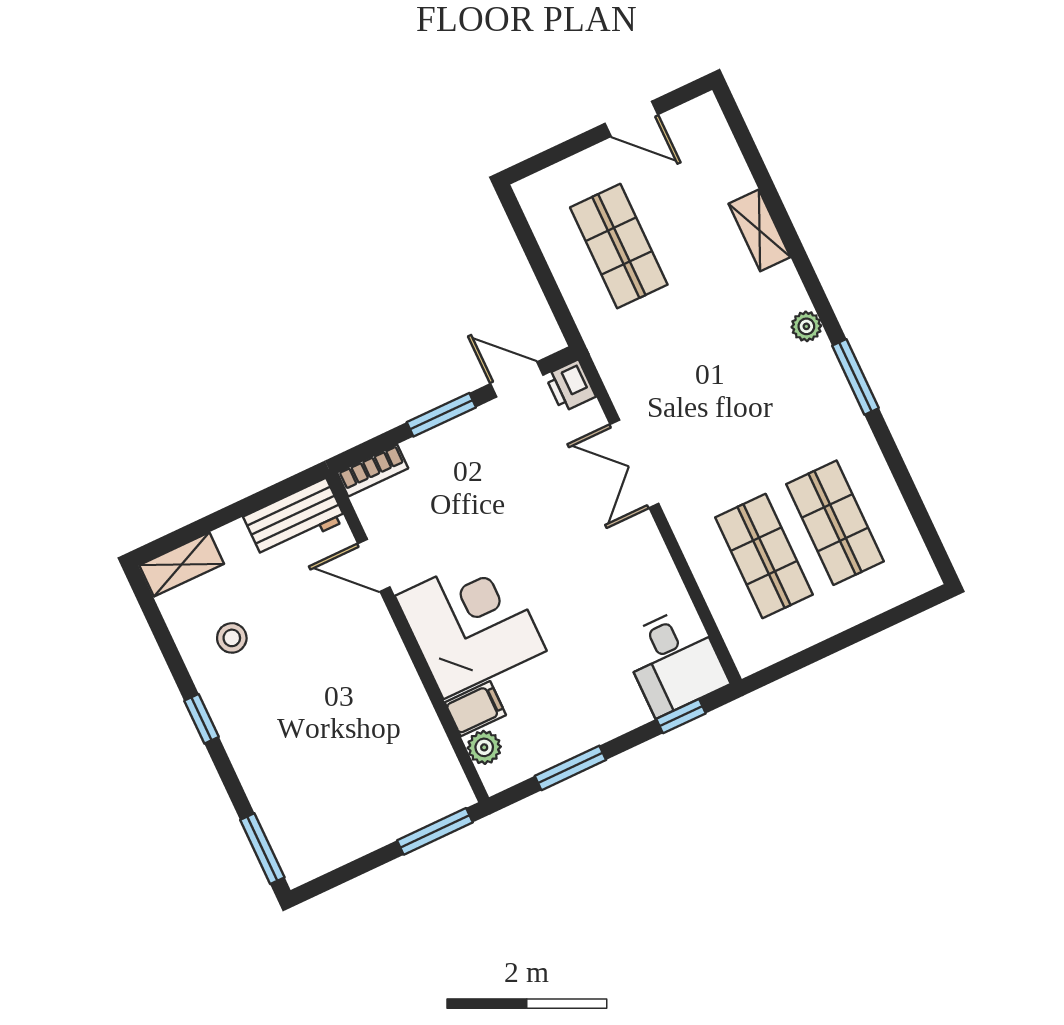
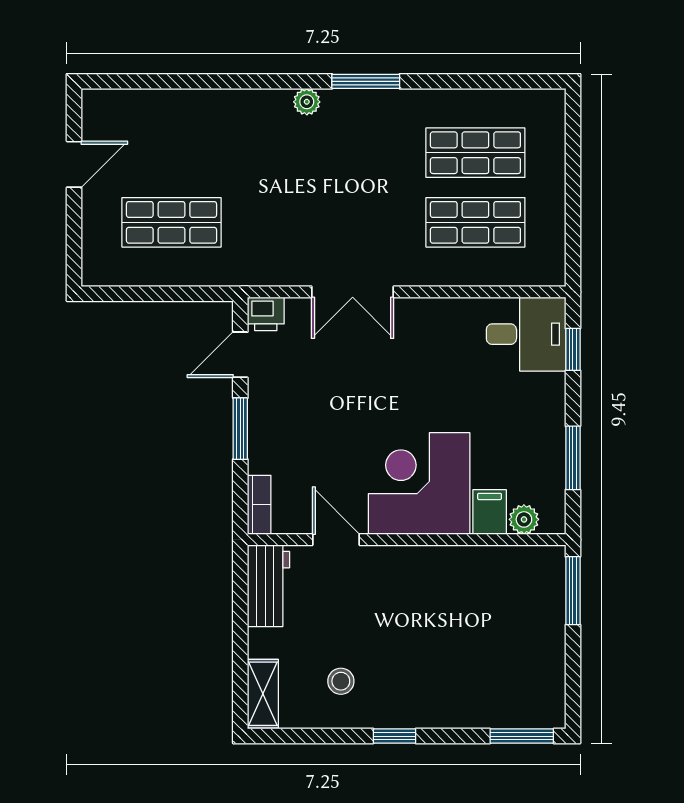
shelving: (759, 230) -> (212, 103), removed
door: (374, 565) -> (336, 540), swing flipped

